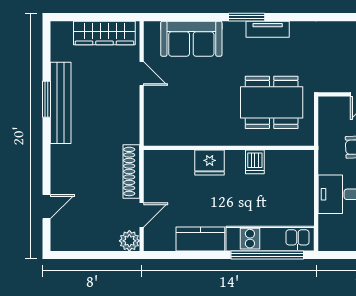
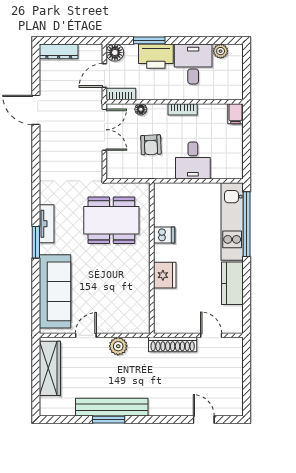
sofa: (191, 39) -> (55, 291), width x1.36
dining table: (272, 102) -> (111, 220), turned 90
plant: (129, 241) -> (118, 346), moved

